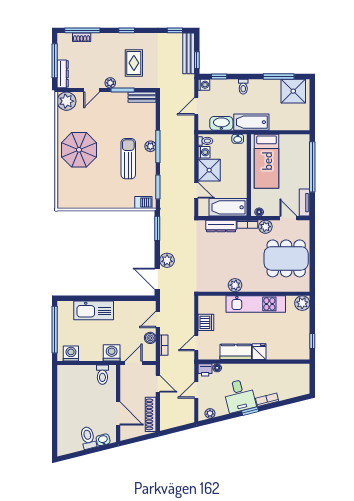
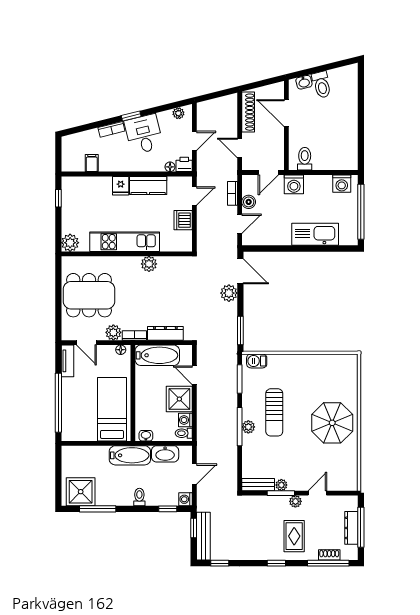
rug: (134, 63) -> (294, 536), moved
dresser: (63, 74) -> (351, 528), moved
plant: (67, 101) -> (281, 485), moved, width x0.53, depth x0.53
filing cabinet: (284, 371) -> (92, 163), added

